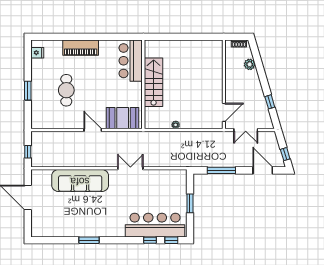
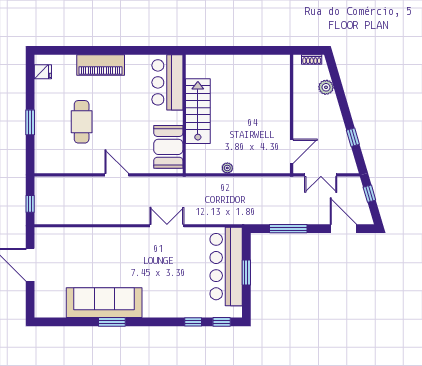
booth: (123, 118) -> (168, 147), moved, turned 90
window: (285, 154) -> (369, 194), moved
sofa: (80, 181) -> (104, 303), moved, turned 180
bar counter: (155, 225) -> (226, 267), moved, turned -90

